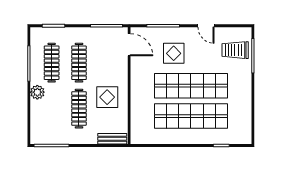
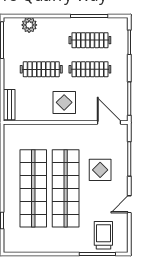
door: (129, 45) -> (109, 123), swing flipped
plant: (37, 92) -> (29, 25), moved
display table: (107, 97) -> (64, 102), moved

